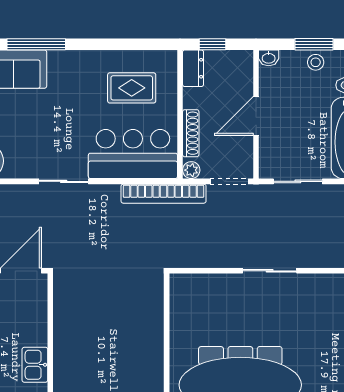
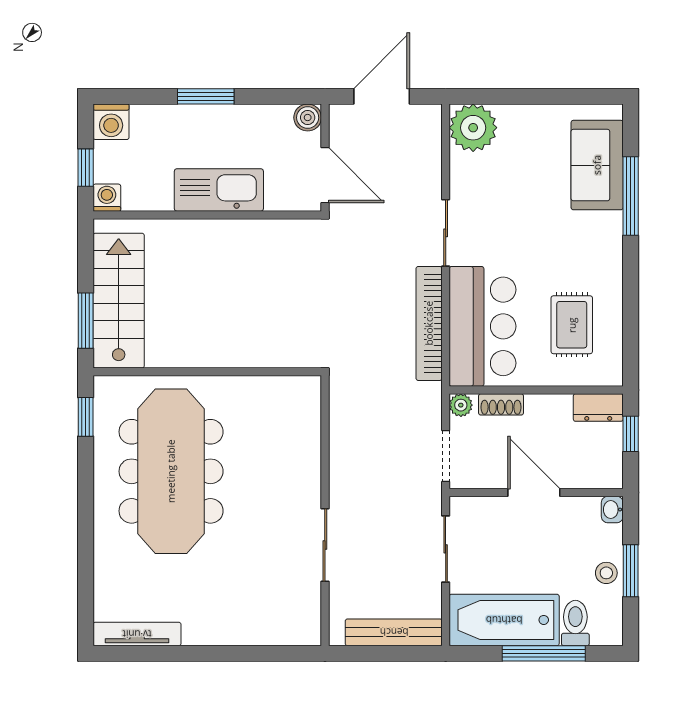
shoe rack: (191, 133) -> (501, 404), width x0.70
bookcase: (164, 194) -> (429, 323), moved
sliding door: (270, 271) -> (325, 545), moved
kitchen sink: (35, 365) -> (219, 190), width x1.88, depth x1.24

